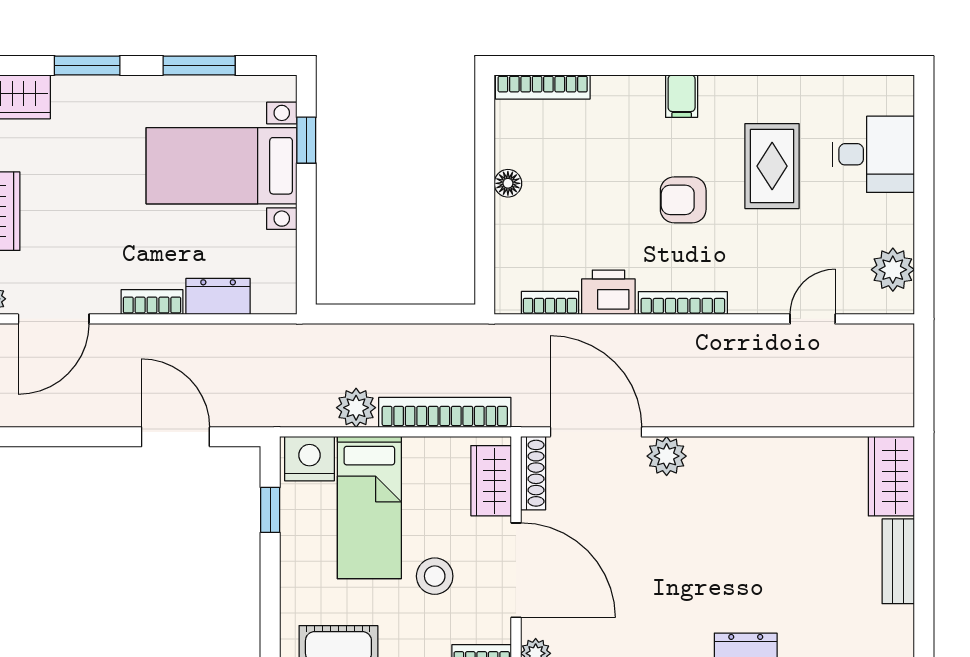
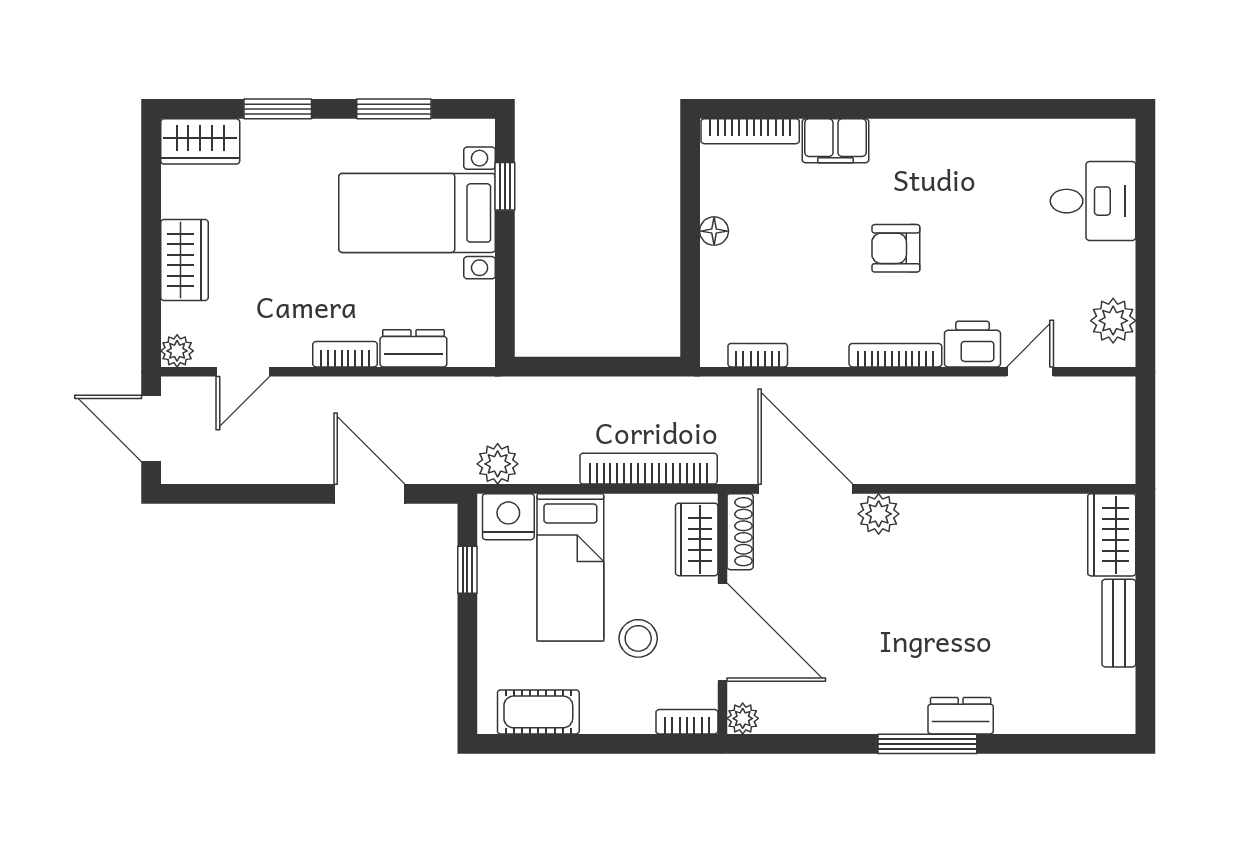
filing cabinet: (682, 96) -> (835, 141), moved, width x2.00
rug: (772, 166) -> (988, 213), removed
printer: (608, 292) -> (972, 344), moved
door: (54, 319) -> (243, 372), width x0.73
plant: (356, 408) -> (498, 464), moved

